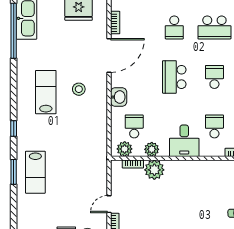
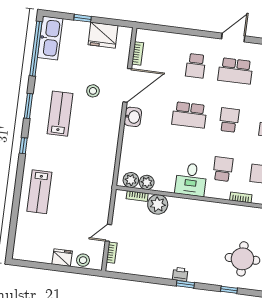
school desk: (174, 77) -> (189, 115), turned -90
stool: (79, 89) -> (93, 91), moved
washbasin: (119, 97) -> (133, 117), moved
school desk: (134, 126) -> (143, 159), removed
plant: (152, 149) -> (147, 182), moved
window: (14, 172) -> (28, 106), moved

